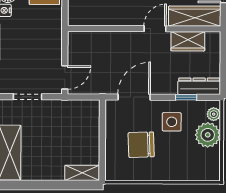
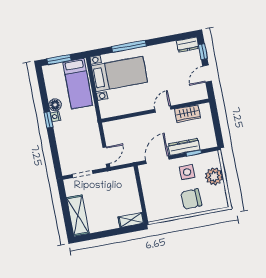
wardrobe: (195, 16) -> (189, 95), removed
dresser: (199, 86) -> (184, 147), moved
plant: (214, 114) -> (215, 161), removed
chair: (141, 145) -> (191, 199), moved

